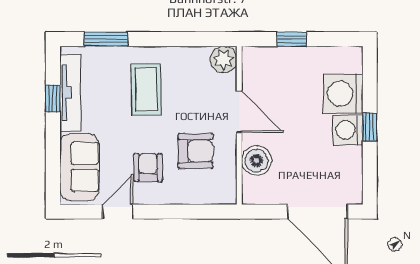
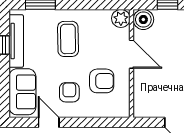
boiler: (256, 161) -> (143, 19), moved
door: (118, 212) -> (49, 122), hinge flipped

